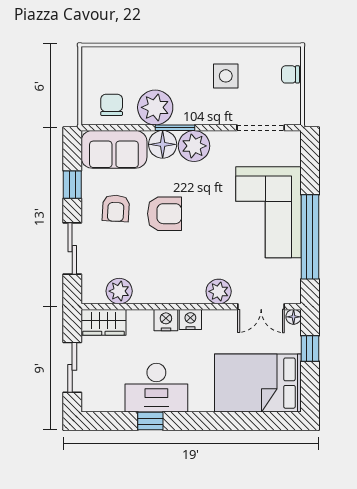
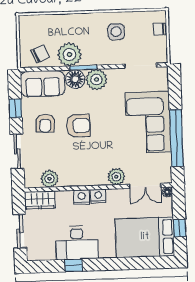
chair: (112, 105) -> (40, 54), turned 67
window: (310, 349) -> (180, 228), moved

